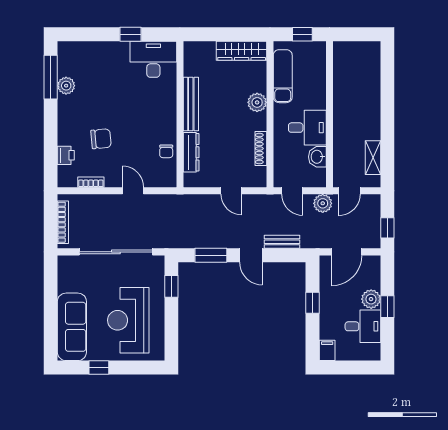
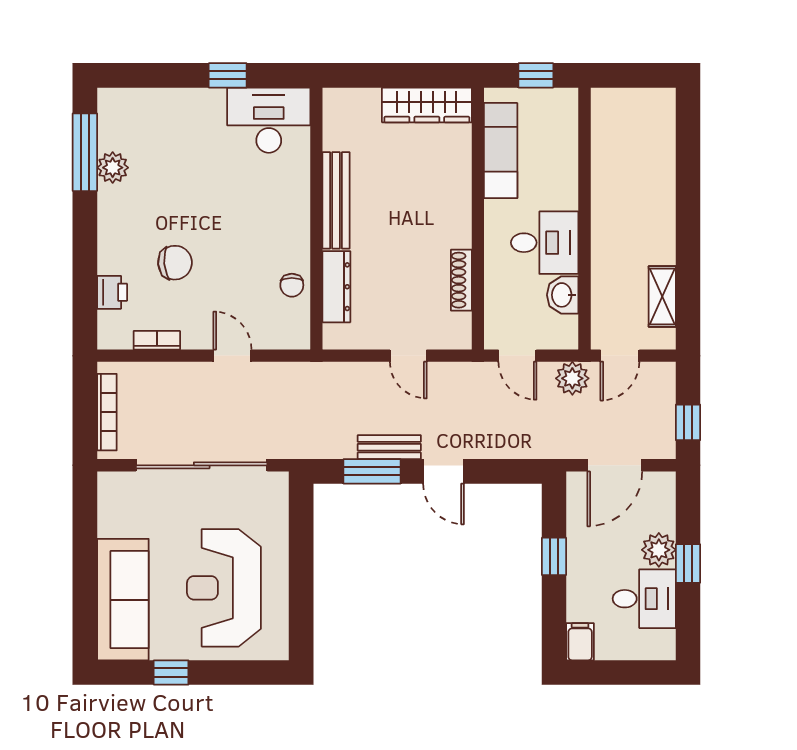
plant: (257, 102) -> (455, 198), removed
bench: (282, 242) -> (389, 447), moved
window: (171, 286) -> (301, 527), removed

